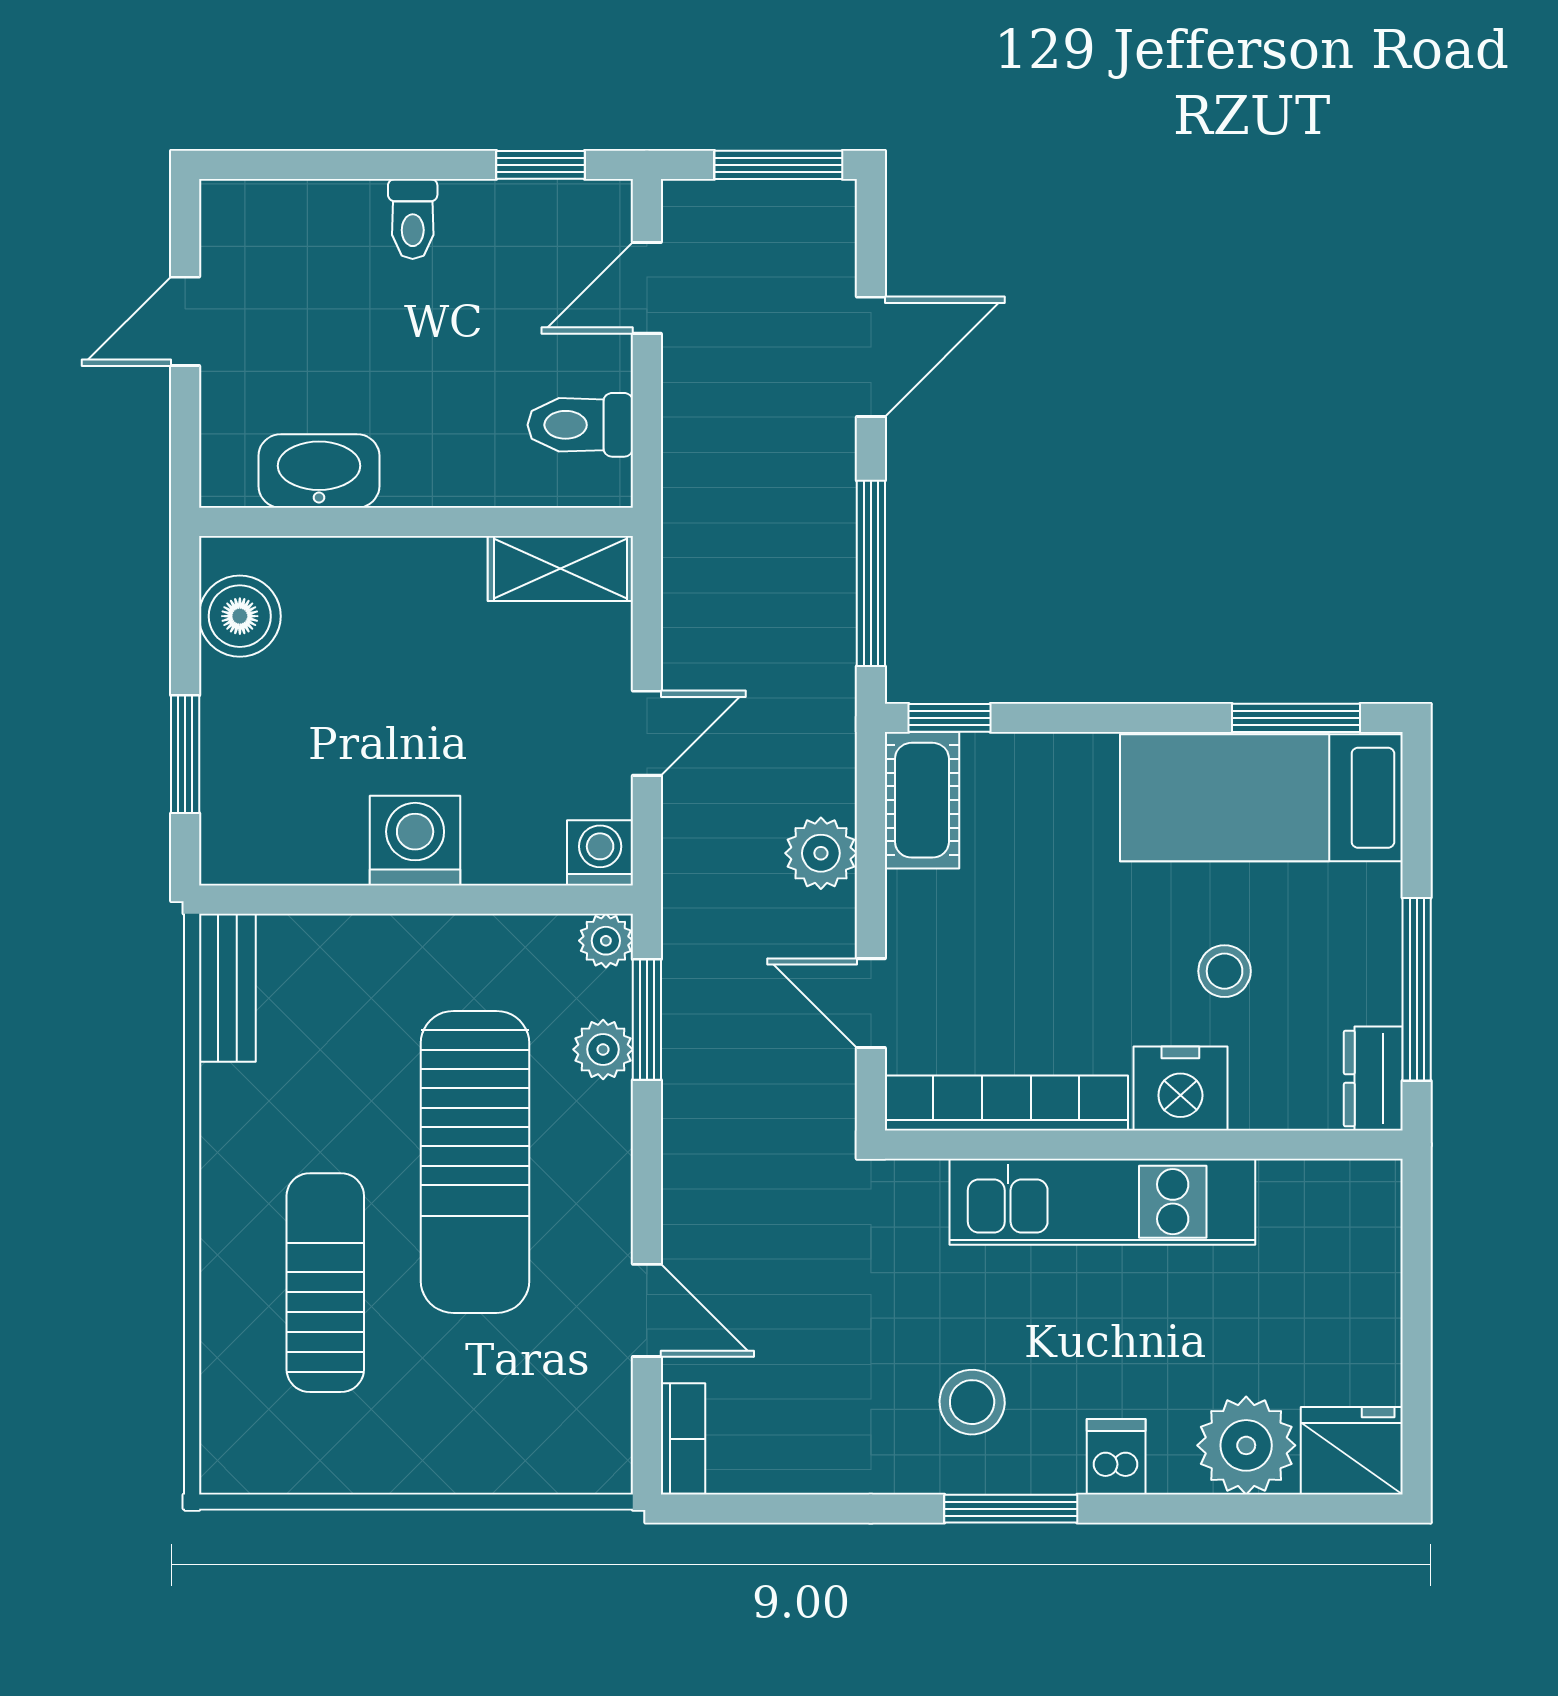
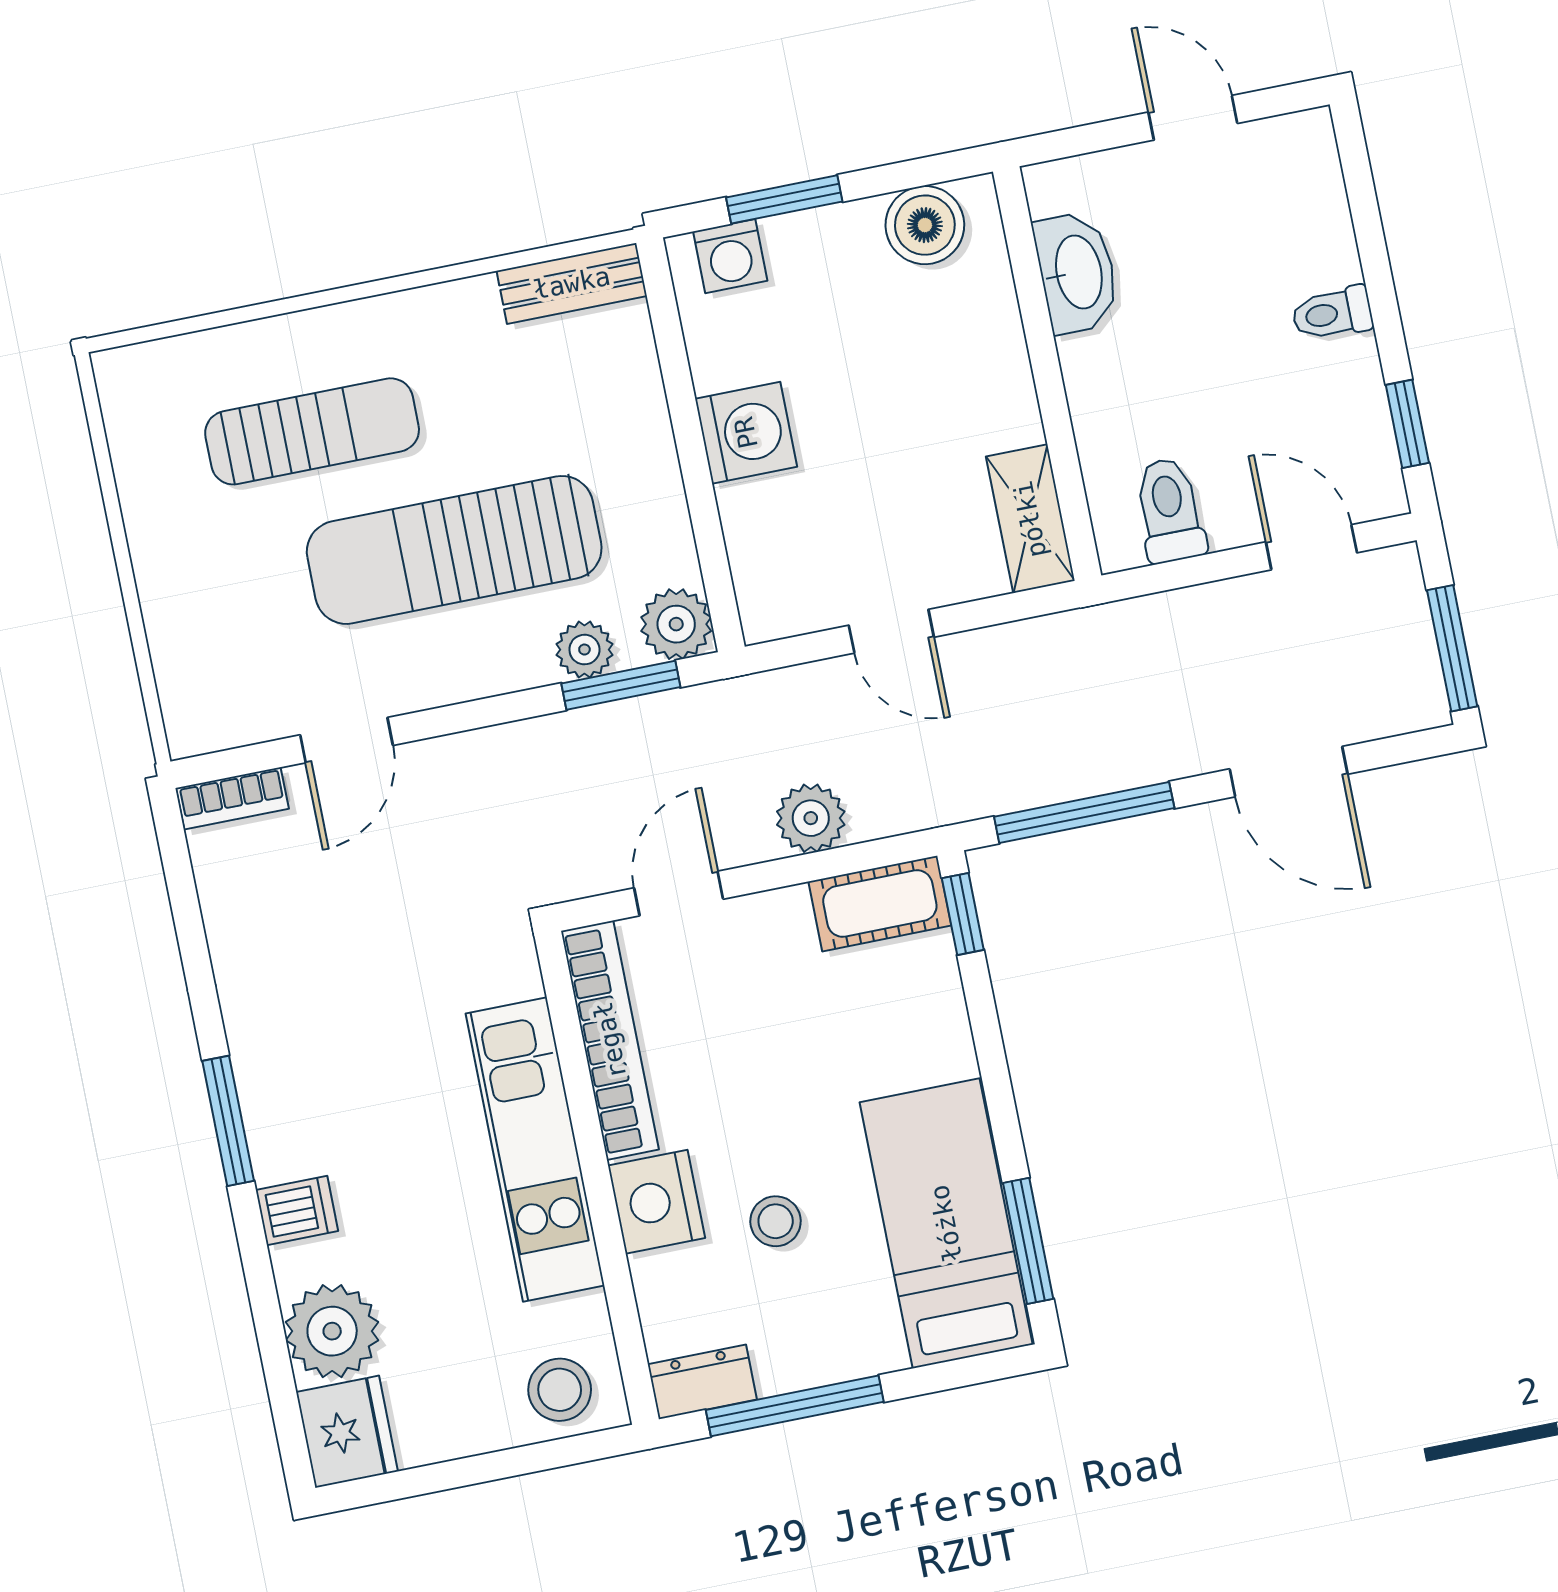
washing machine: (600, 853) -> (730, 256), moved, turned 90
plant: (606, 941) -> (676, 624), width x1.38, depth x1.38
stool: (972, 1402) -> (560, 1390), moved

